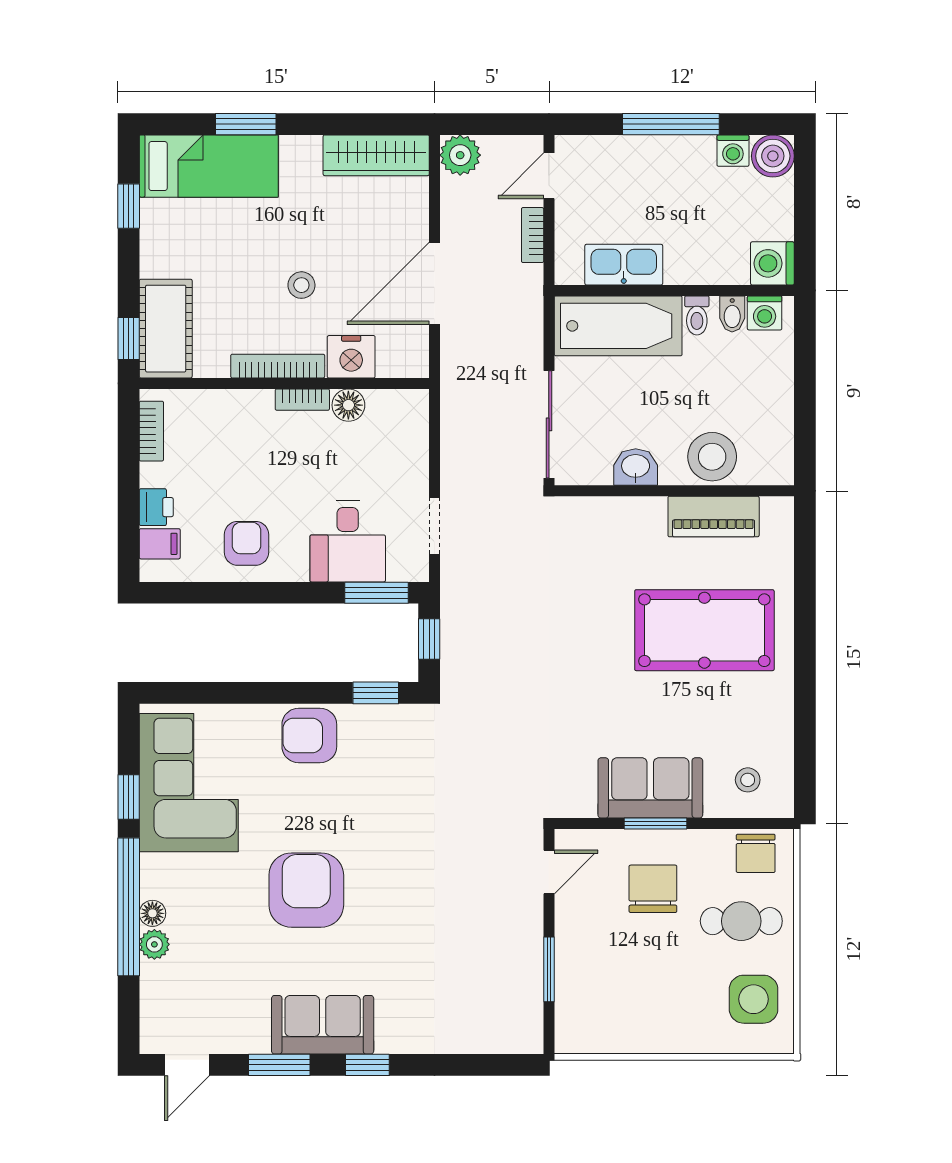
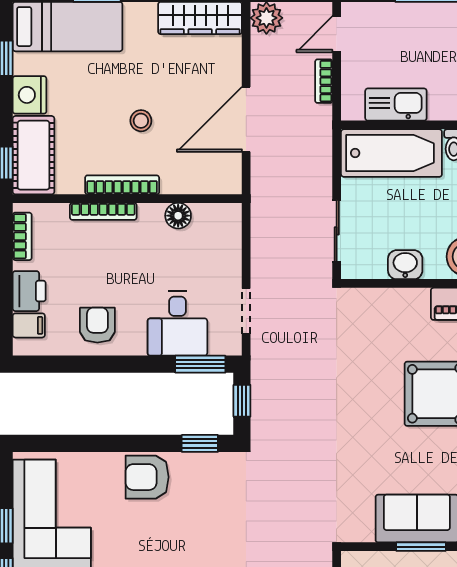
nightstand: (351, 357) -> (30, 95), moved, turned 90
bookcase: (302, 400) -> (103, 211), moved, width x1.56
sliding door: (549, 424) -> (337, 231), width x0.73
printer: (156, 507) -> (29, 291), width x1.36, depth x1.24

